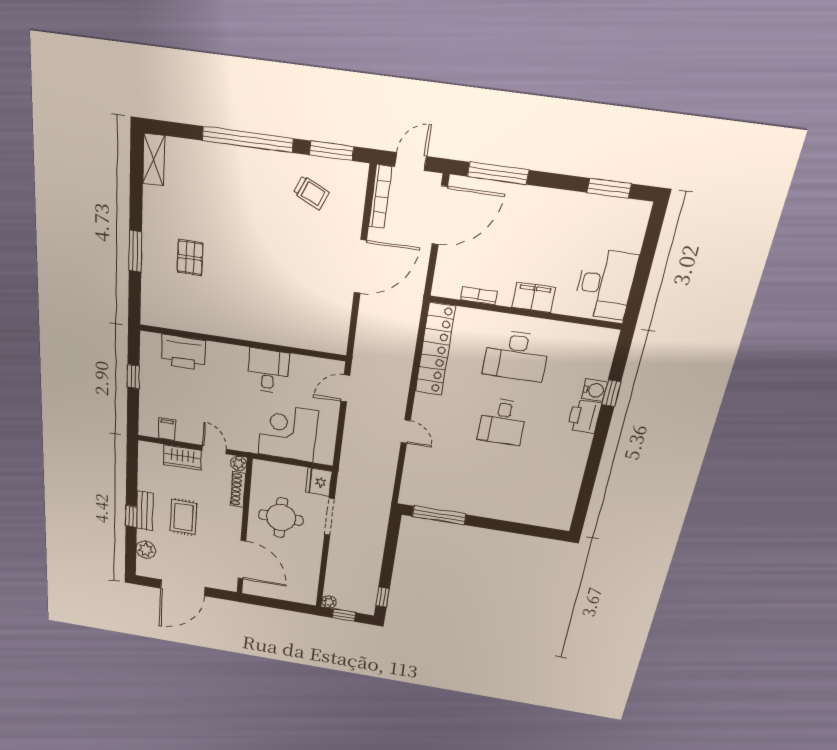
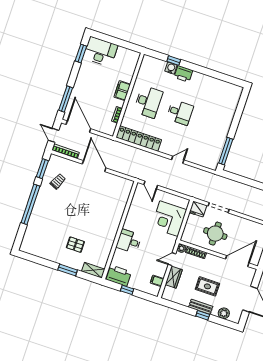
shelving: (154, 160) -> (93, 270), moved
desk: (605, 284) -> (100, 52), moved
printer: (183, 352) -> (119, 276), moved, turned -90
desk: (268, 371) -> (129, 241), moved

